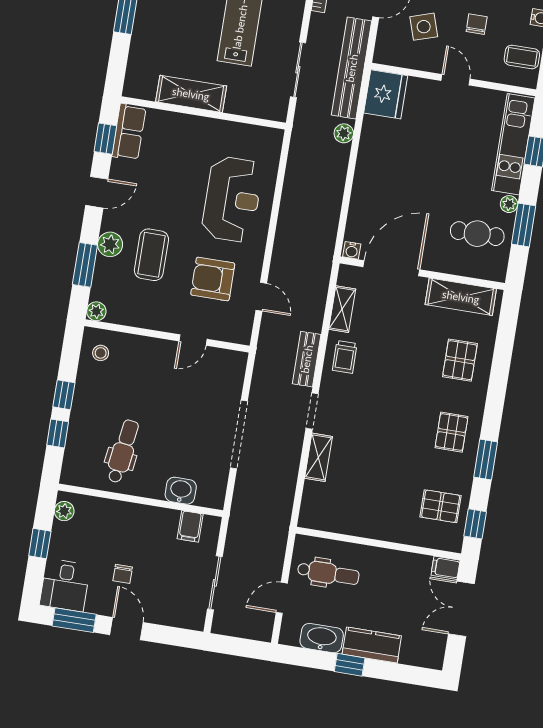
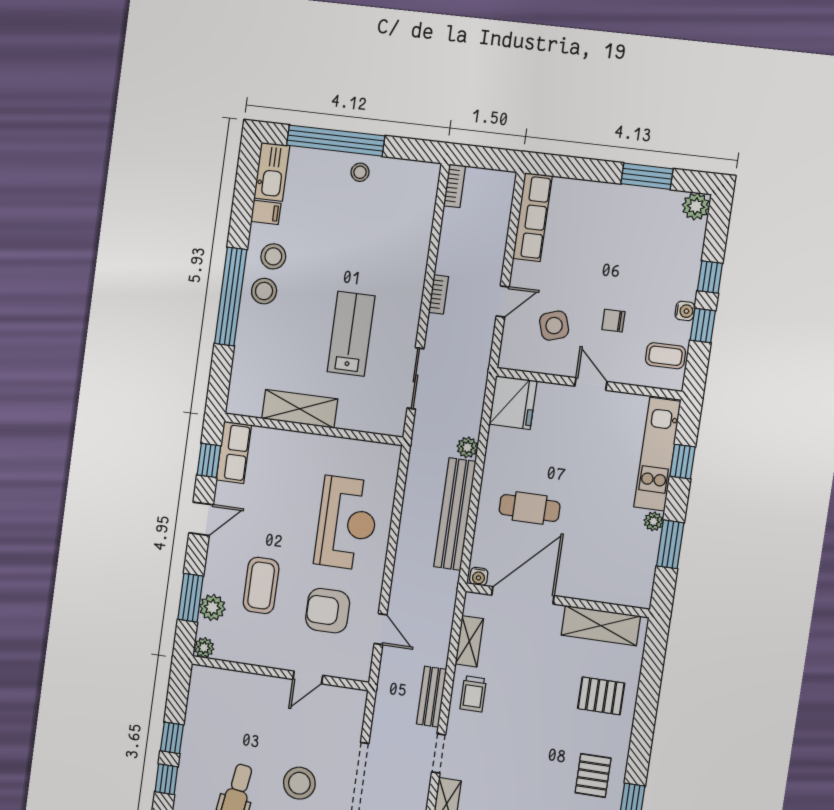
chair: (477, 24) -> (613, 321), turned -90
bench: (352, 68) -> (455, 514), moved
cafe table: (477, 234) -> (530, 508), moved
plant: (110, 244) -> (212, 607), moved
stool: (101, 353) -> (299, 783), moved, width x1.89, depth x1.89
pallet: (460, 360) -> (601, 696), turned 90

